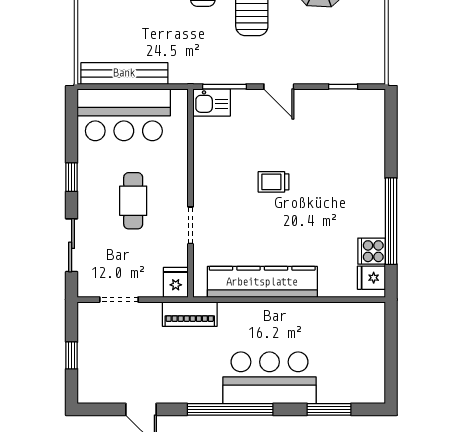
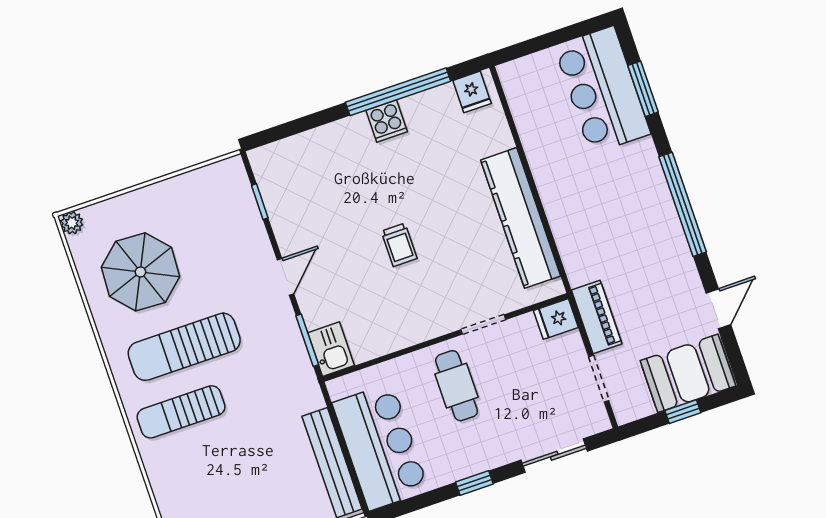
cafe table: (133, 201) -> (457, 386), moved, turned 90
cooker: (372, 251) -> (387, 121), moved
piano: (190, 314) -> (597, 317), moved
booth: (100, 369) -> (688, 373), added
bar counter: (269, 378) -> (602, 90), moved

